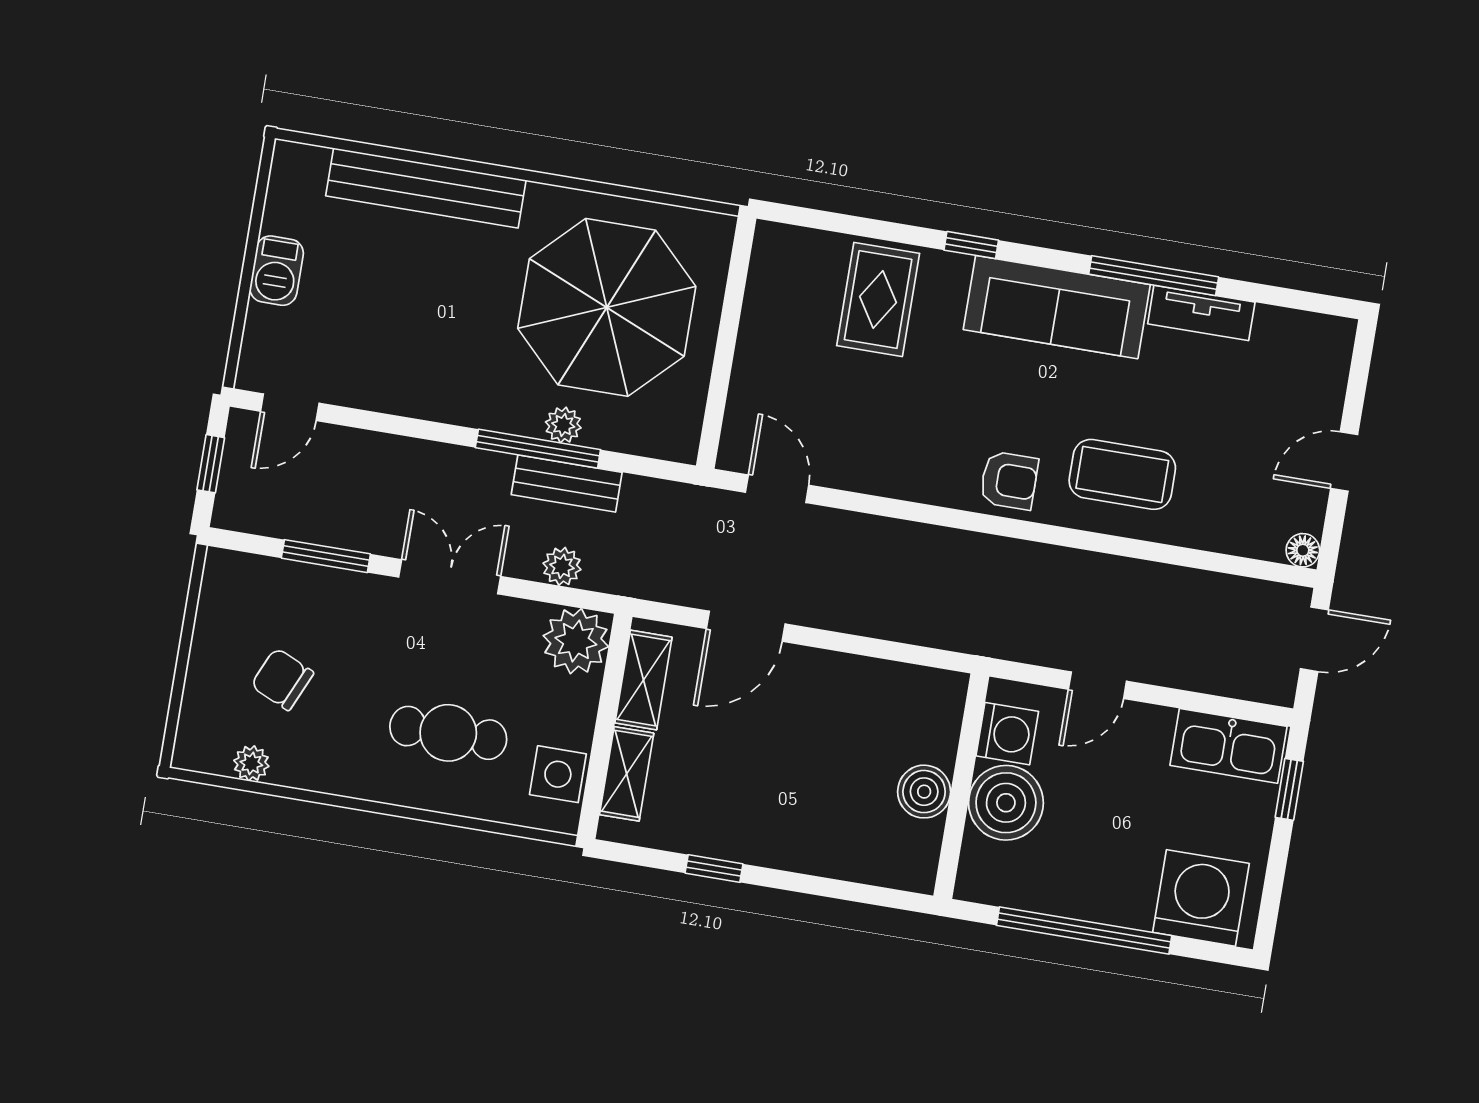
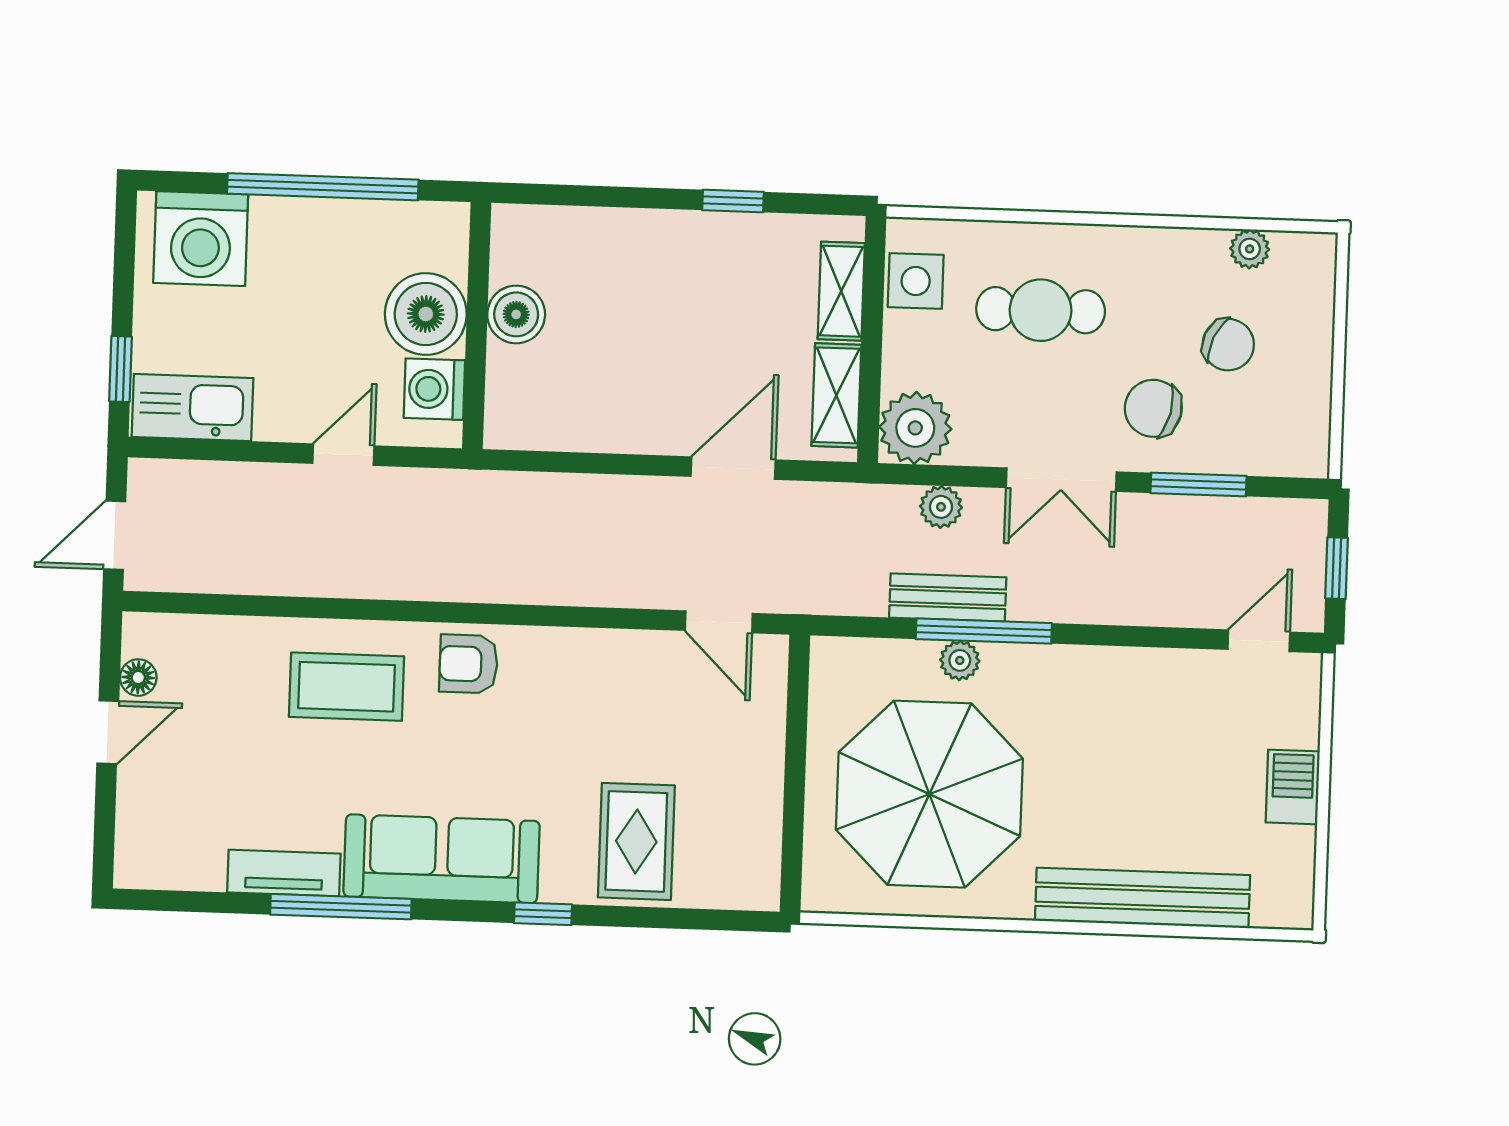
floor lamp: (1303, 550) -> (138, 678), moved
chair: (358, 630) -> (1153, 408), added

